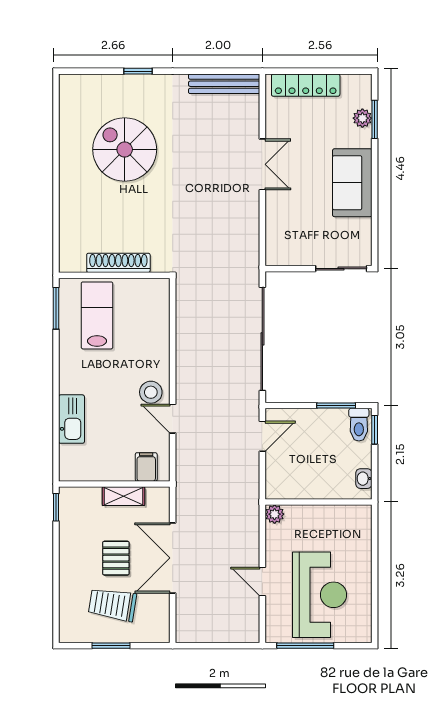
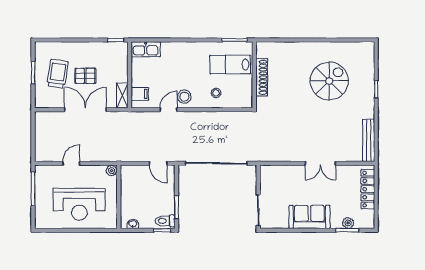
lab bench: (97, 315) -> (230, 65), turned 180
stool: (144, 339) -> (216, 93), added
kitchen sink: (71, 419) -> (146, 49), moved
shelving: (123, 496) -> (122, 95), moved
reception desk: (319, 595) -> (79, 204), moved

